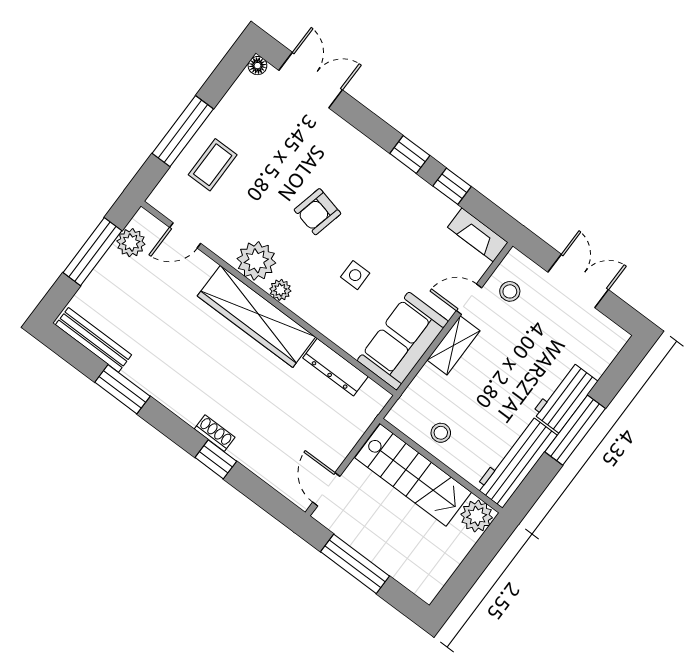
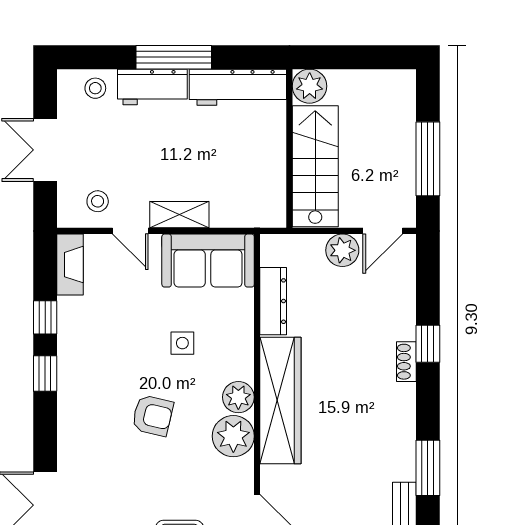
plant: (280, 290) -> (238, 397), width x1.38, depth x1.38
stool: (441, 433) -> (95, 88), moved
plant: (335, 448) -> (342, 250), added

